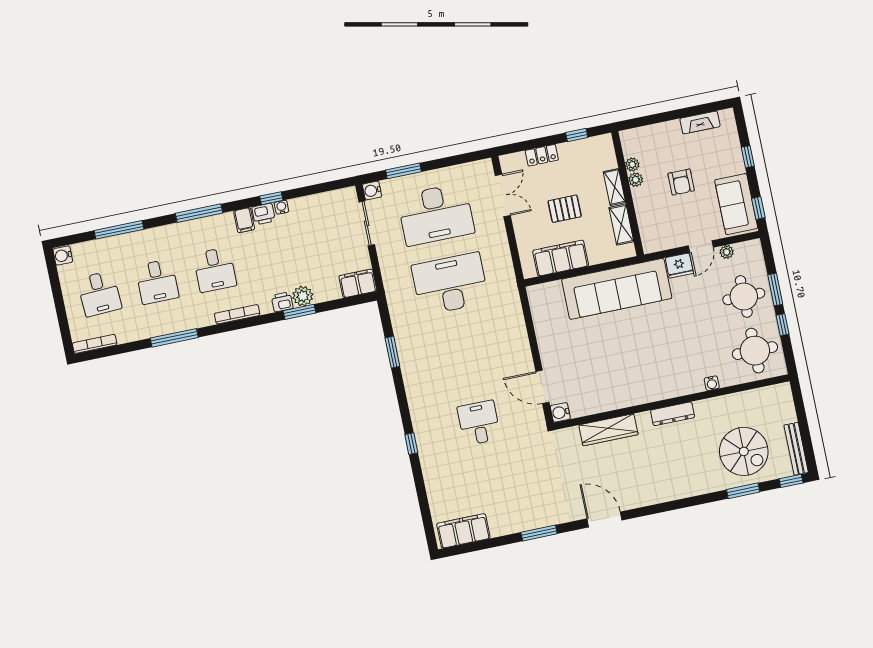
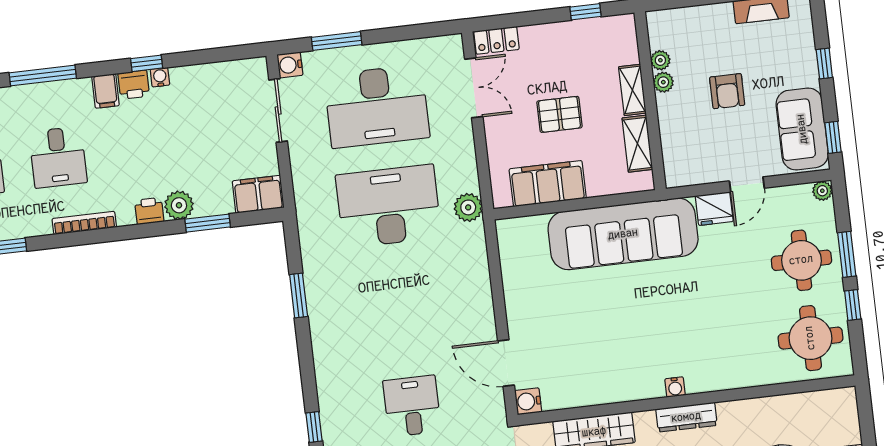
locker: (542, 155) -> (496, 40), moved
plant: (727, 252) -> (822, 191), moved
plant: (506, 280) -> (468, 207), added
window: (300, 312) -> (208, 223), moved
water cooler: (712, 383) -> (675, 387), moved

